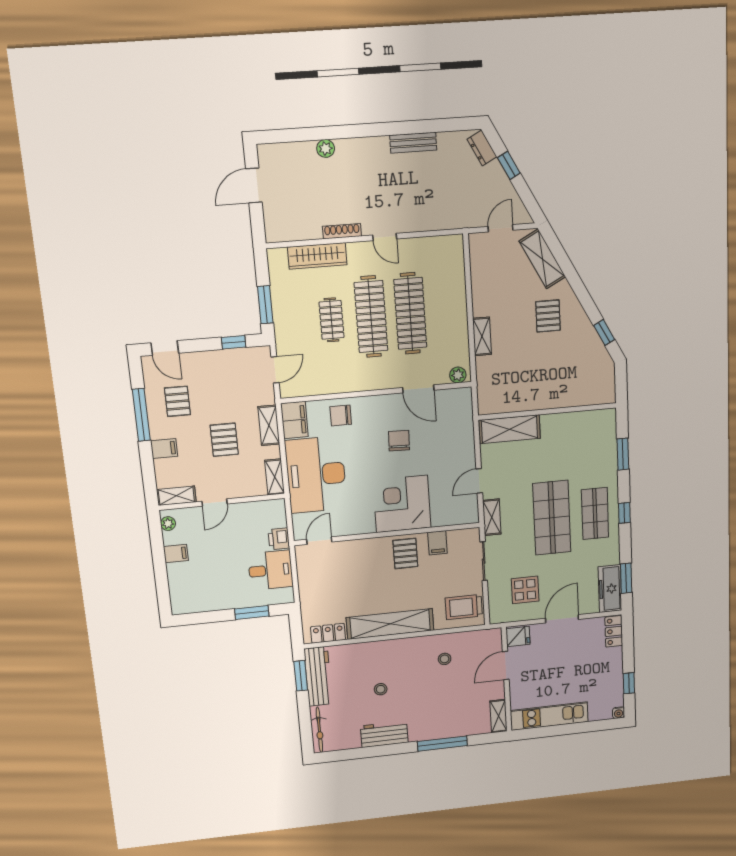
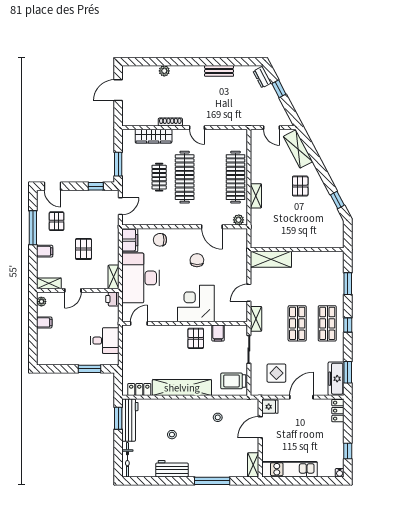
door: (500, 228) -> (272, 128), swing flipped
clothes rail: (410, 313) -> (235, 177), moved
shelving: (269, 425) -> (113, 242), removed
shop shelf: (552, 518) -> (297, 323), width x0.70, depth x0.74
printer: (279, 539) -> (112, 299), moved

